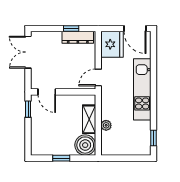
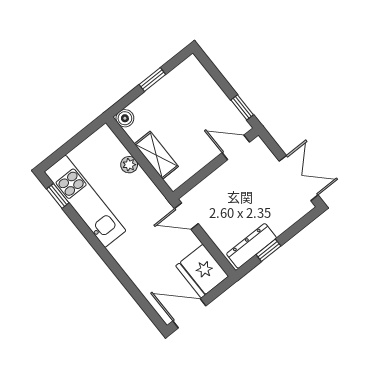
door: (98, 77) -> (186, 216), swing flipped
kitchen unit: (142, 89) -> (85, 201), moved
boiler: (85, 145) -> (125, 118), width x0.54, depth x0.54

